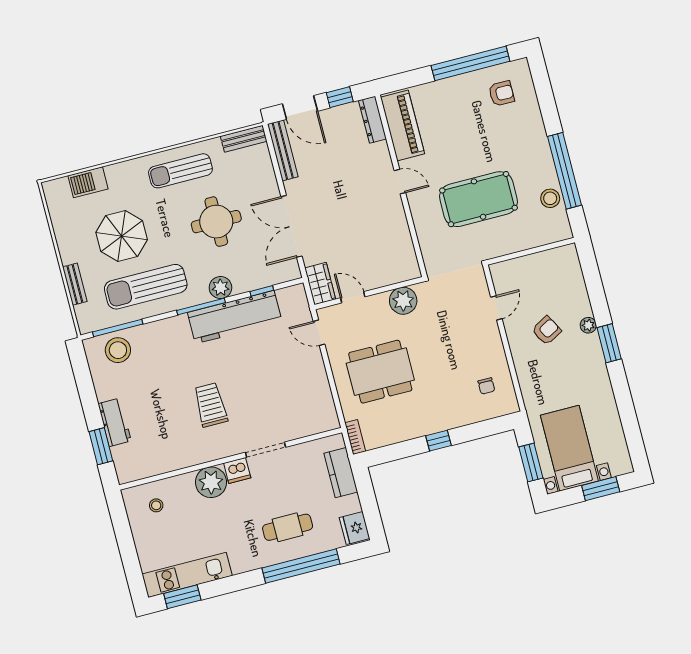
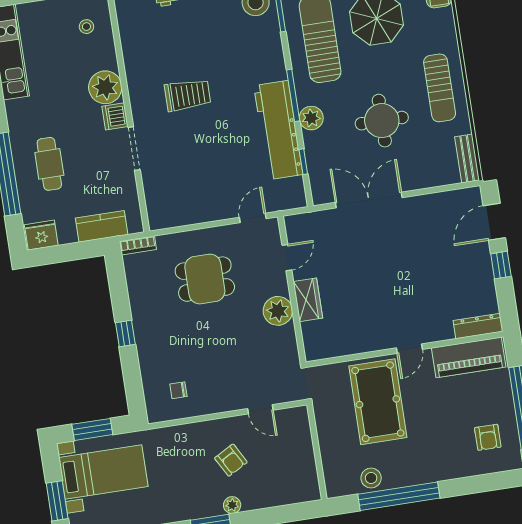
dresser: (372, 120) -> (478, 326), moved
piano: (403, 126) -> (469, 357), moved
bench: (283, 150) -> (450, 199), removed
sun lounger: (180, 171) -> (440, 88), turned 180
door: (400, 182) -> (409, 349), moved
wall: (401, 186) -> (405, 349), moved
wardrobe: (320, 284) -> (308, 300), moved, turned -90
dining table: (380, 372) -> (205, 279), width x0.73

